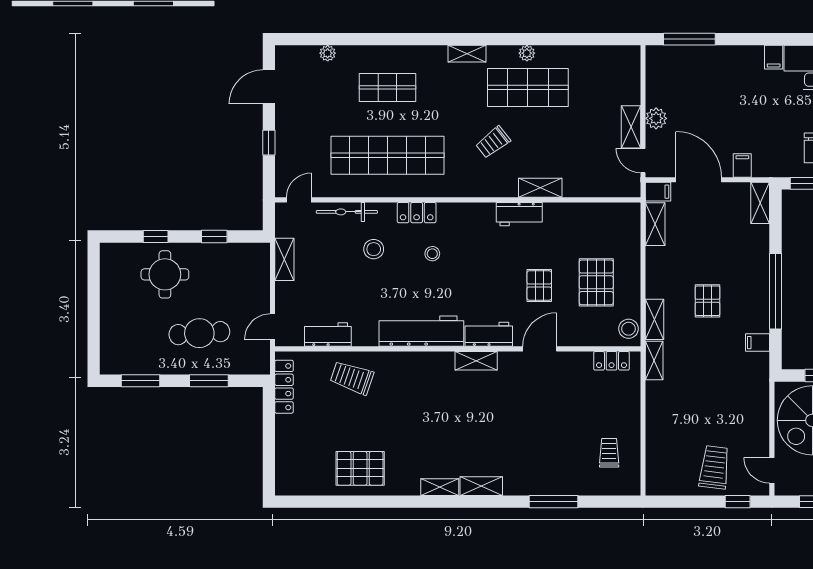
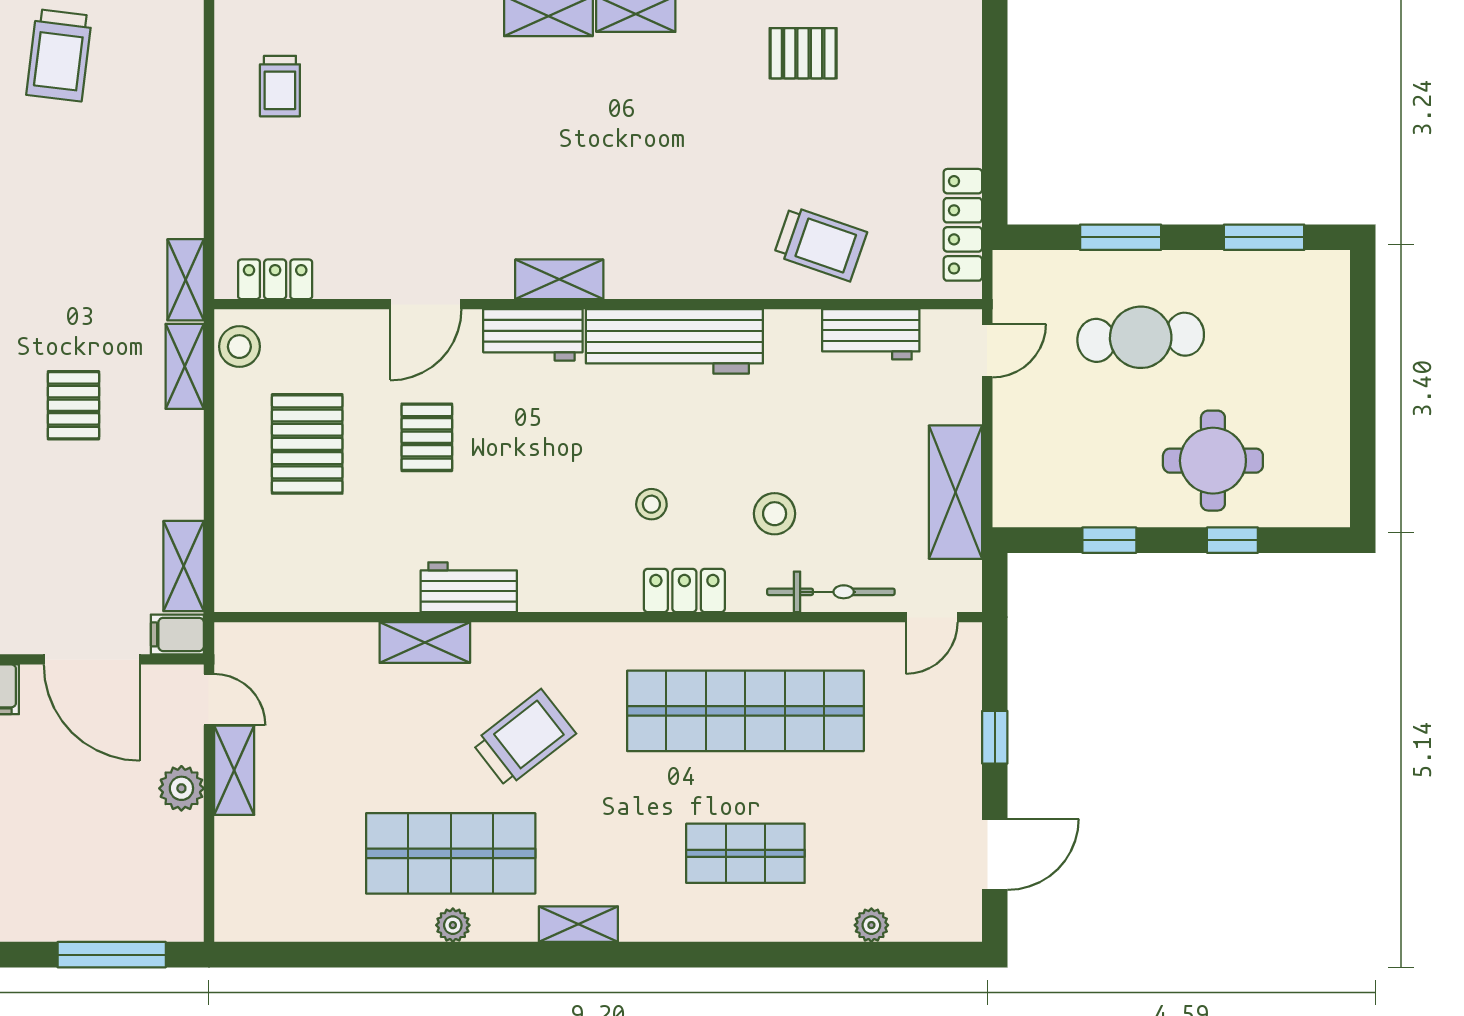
trolley: (493, 142) -> (524, 738), width x1.36, depth x1.39
shelving: (284, 259) -> (955, 492), width x1.50, depth x1.33
pallet: (360, 468) -> (803, 53), width x0.67, depth x0.71

